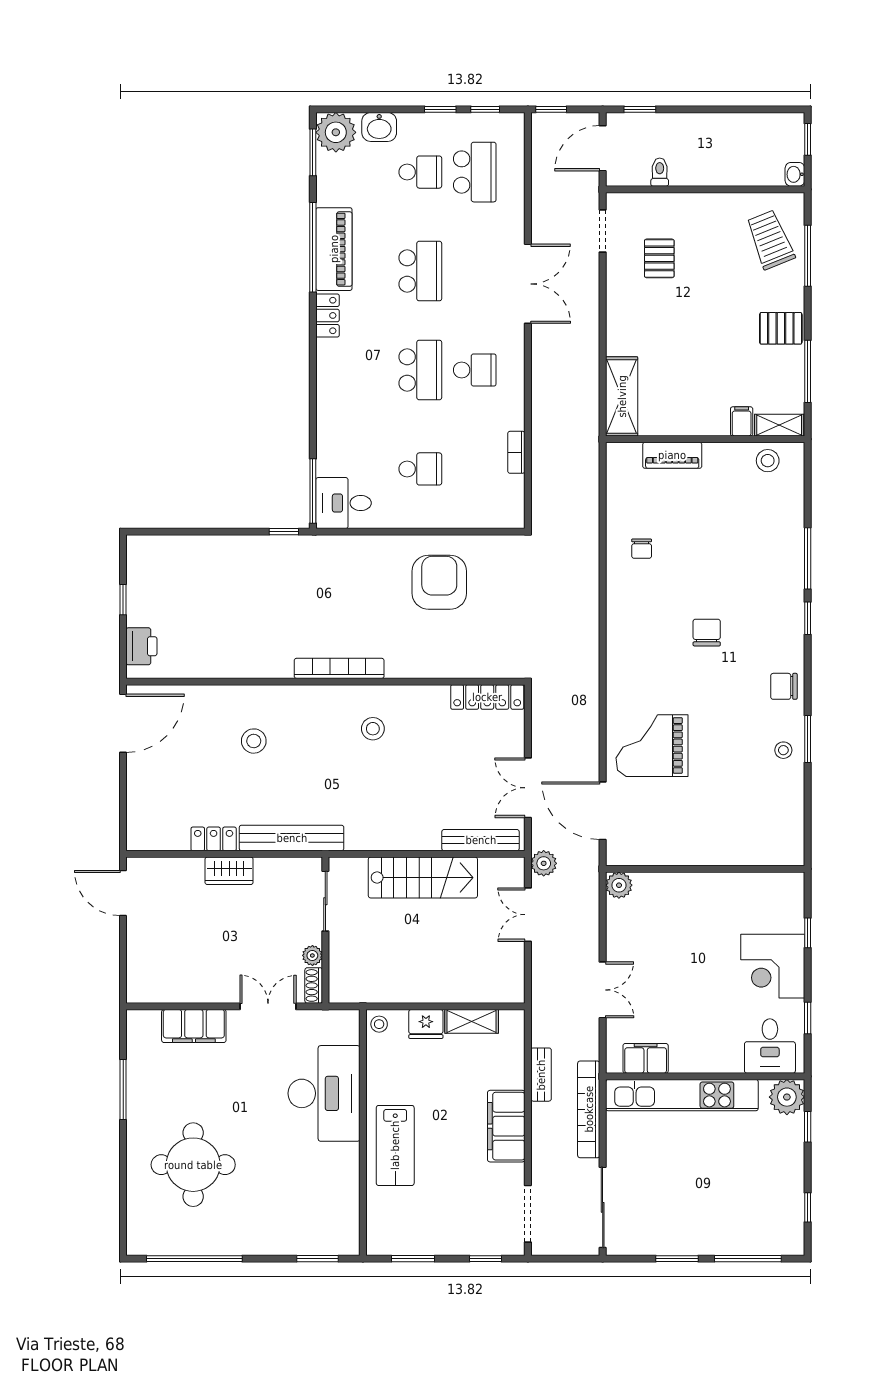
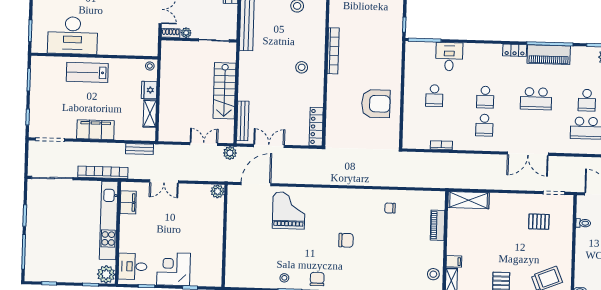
school desk: (420, 370) -> (485, 97), width x0.54
desk: (344, 503) -> (449, 57), moved
bench: (541, 1075) -> (140, 149), moved
desk: (324, 1093) -> (73, 35), moved

